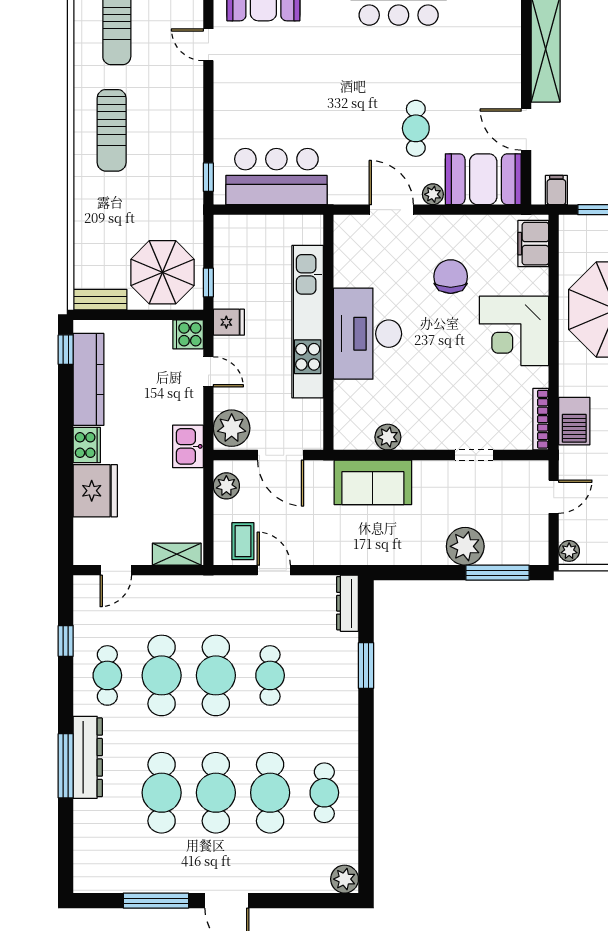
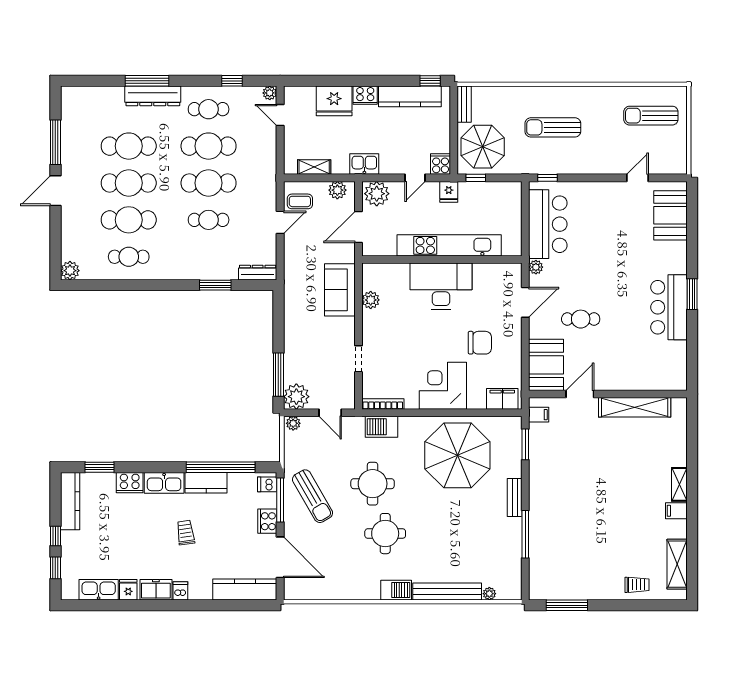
sun lounger: (112, 130) -> (553, 127), moved
plant: (433, 194) -> (536, 267), moved
plant: (465, 546) -> (296, 397), moved
shelving: (177, 554) -> (314, 167), moved, turned 90
plant: (83, 585) -> (270, 93), added

